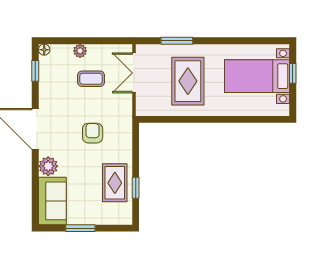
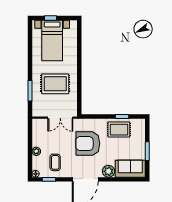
double door: (134, 73) -> (60, 118), moved
coffee table: (91, 79) -> (55, 162), moved
armchair: (93, 133) -> (88, 144), width x1.88, depth x1.88

